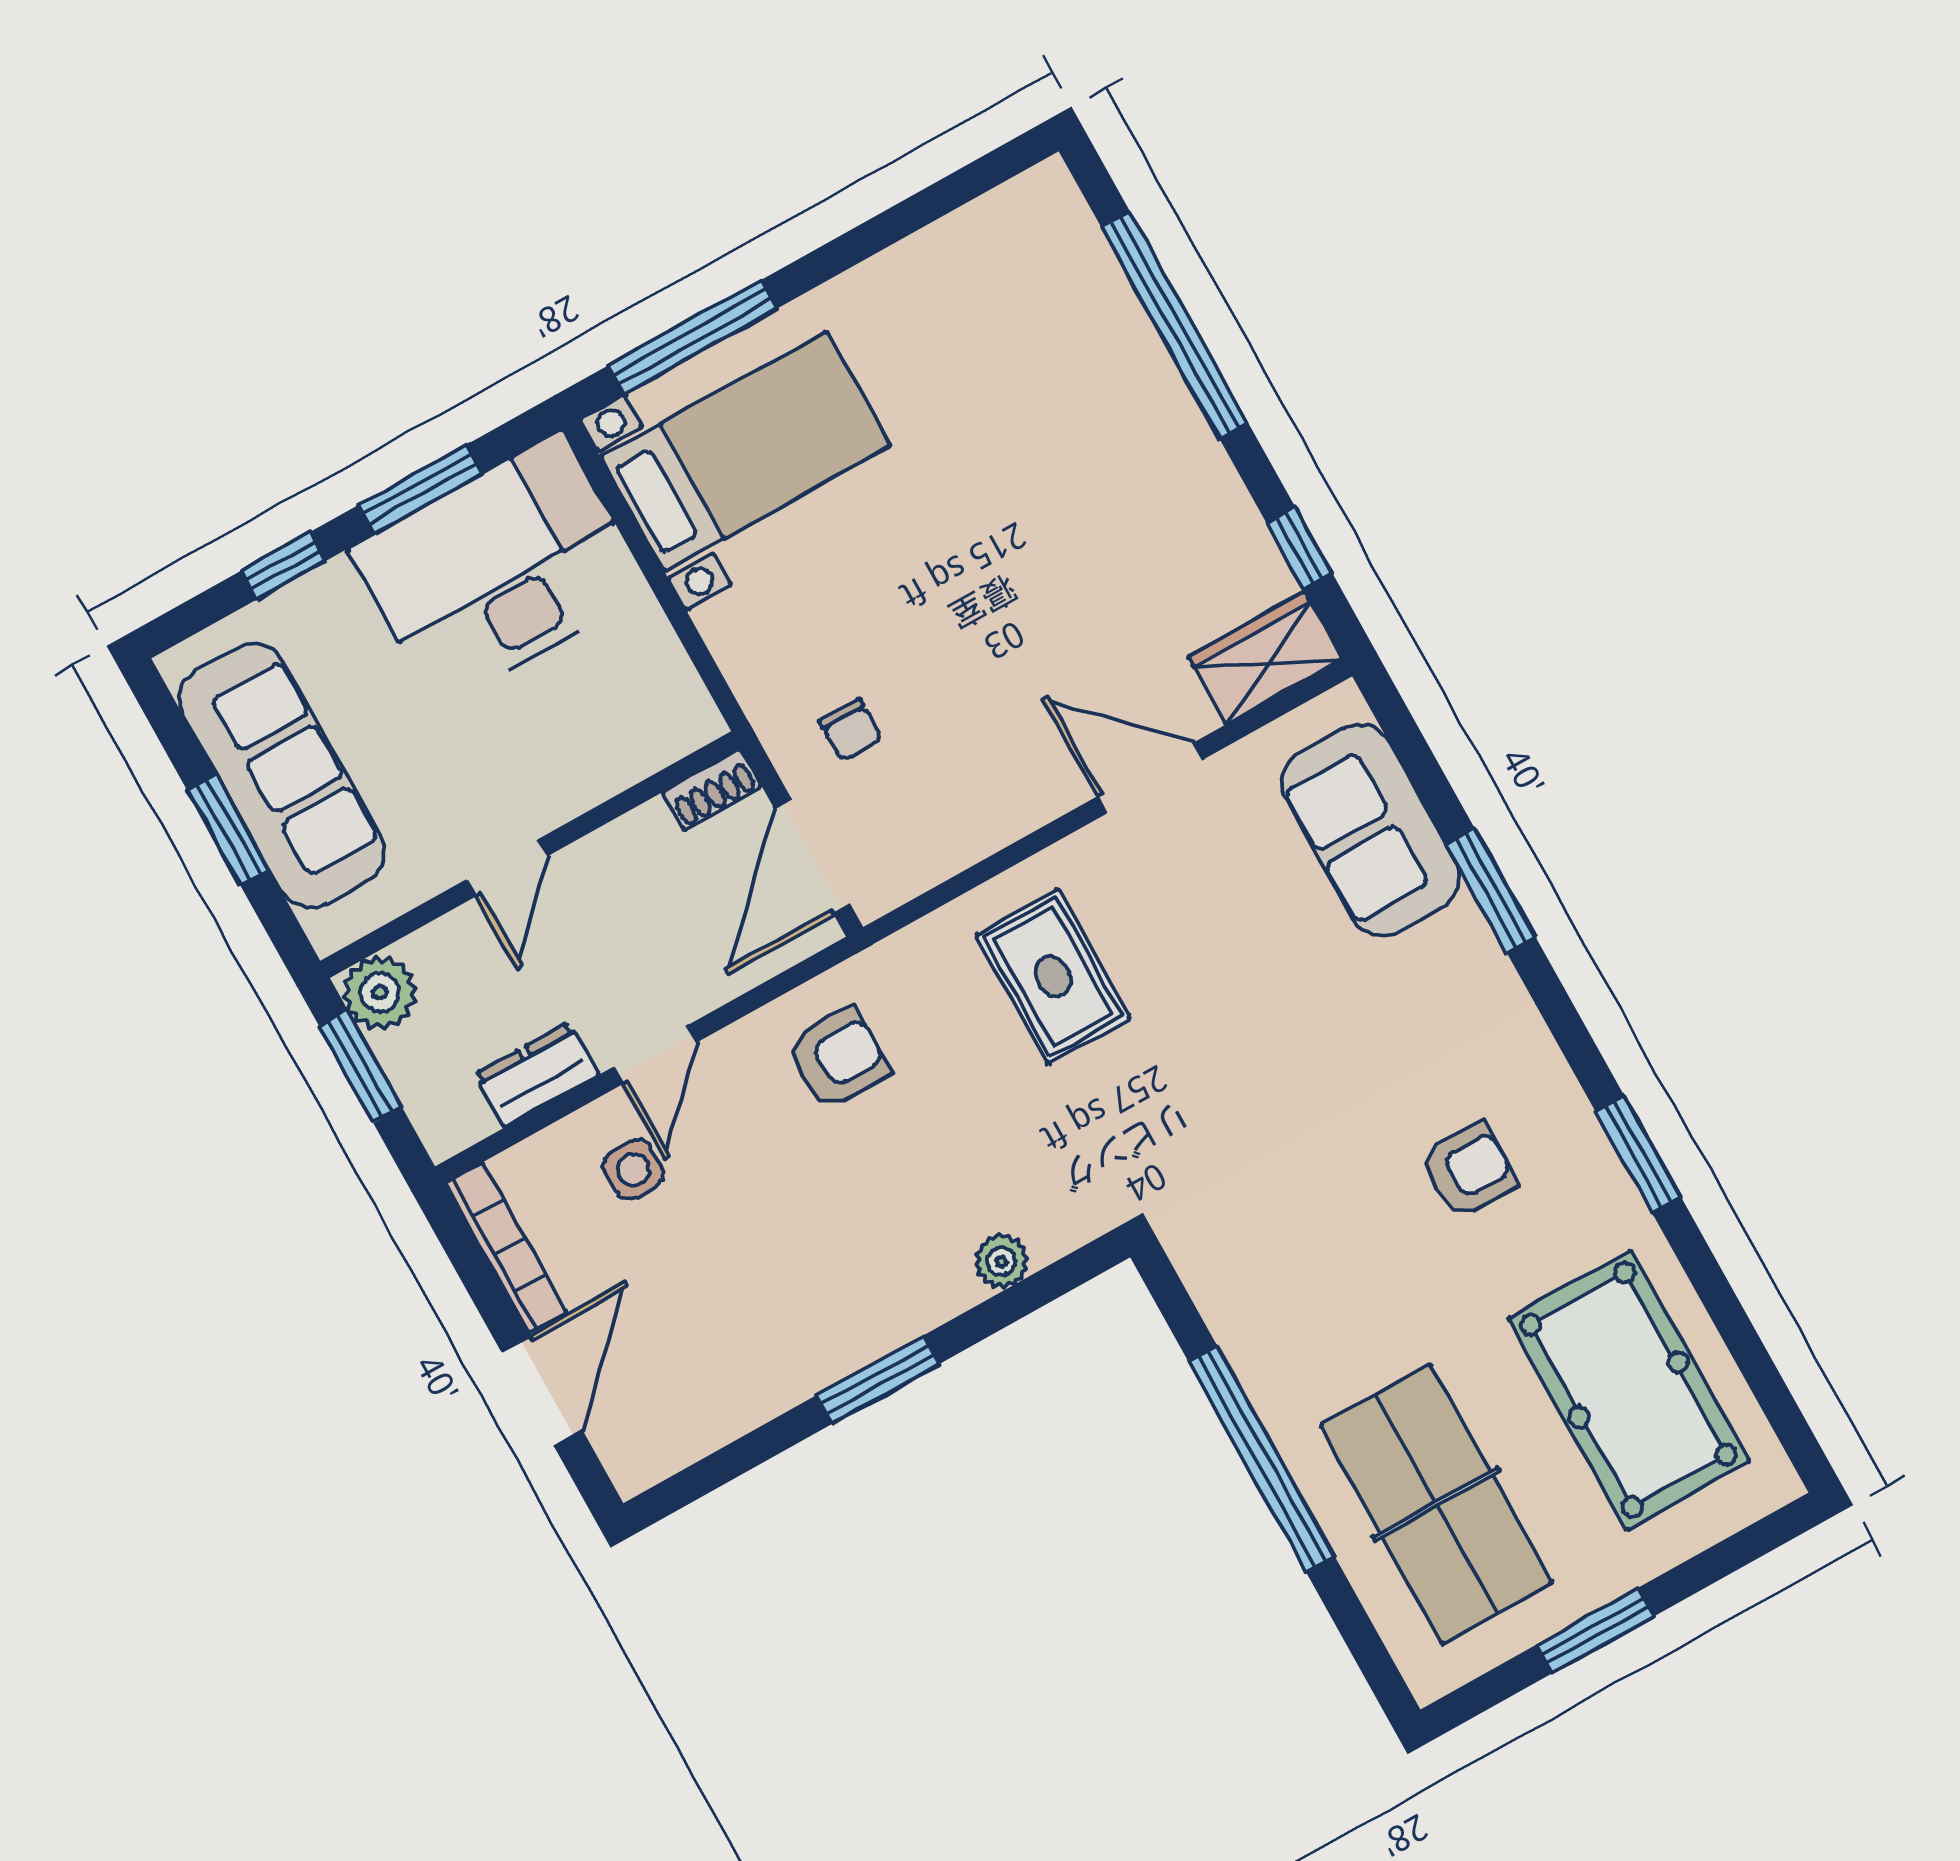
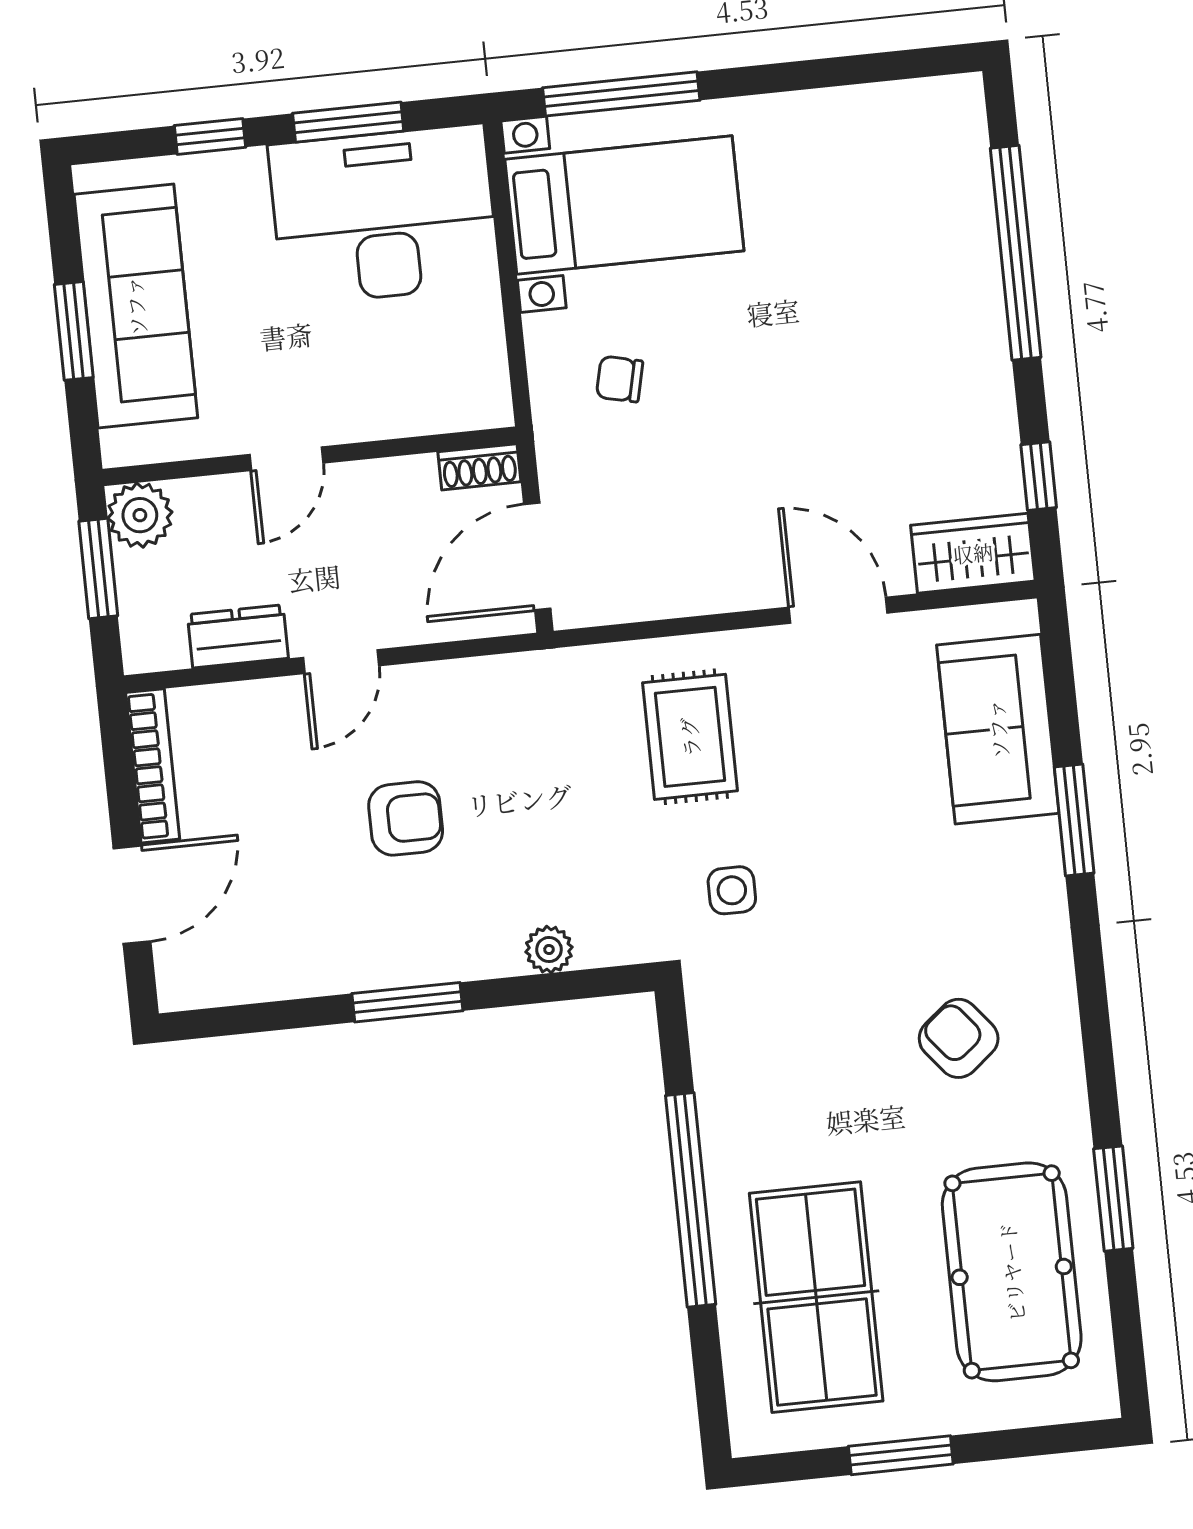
chair: (851, 730) -> (620, 379), moved, turned 103
armchair: (838, 1058) -> (406, 818), moved
window: (1638, 1154) -> (1113, 1199), moved
side table: (634, 1170) -> (732, 890), moved
armchair: (1468, 1170) -> (959, 1038), turned -129

